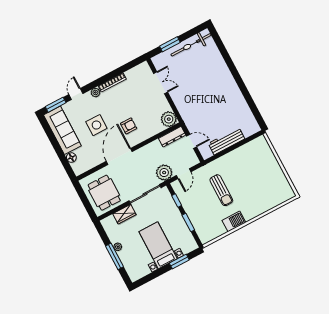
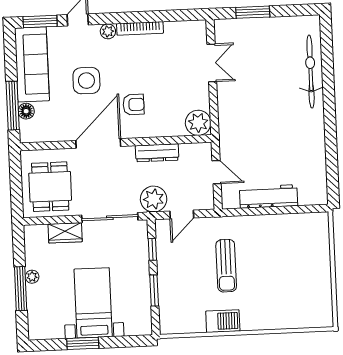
bicycle: (191, 45) -> (311, 72), moved, turned 90
dresser: (172, 137) -> (157, 153), moved
window: (62, 158) -> (13, 106), added
window: (179, 261) -> (83, 343), moved

